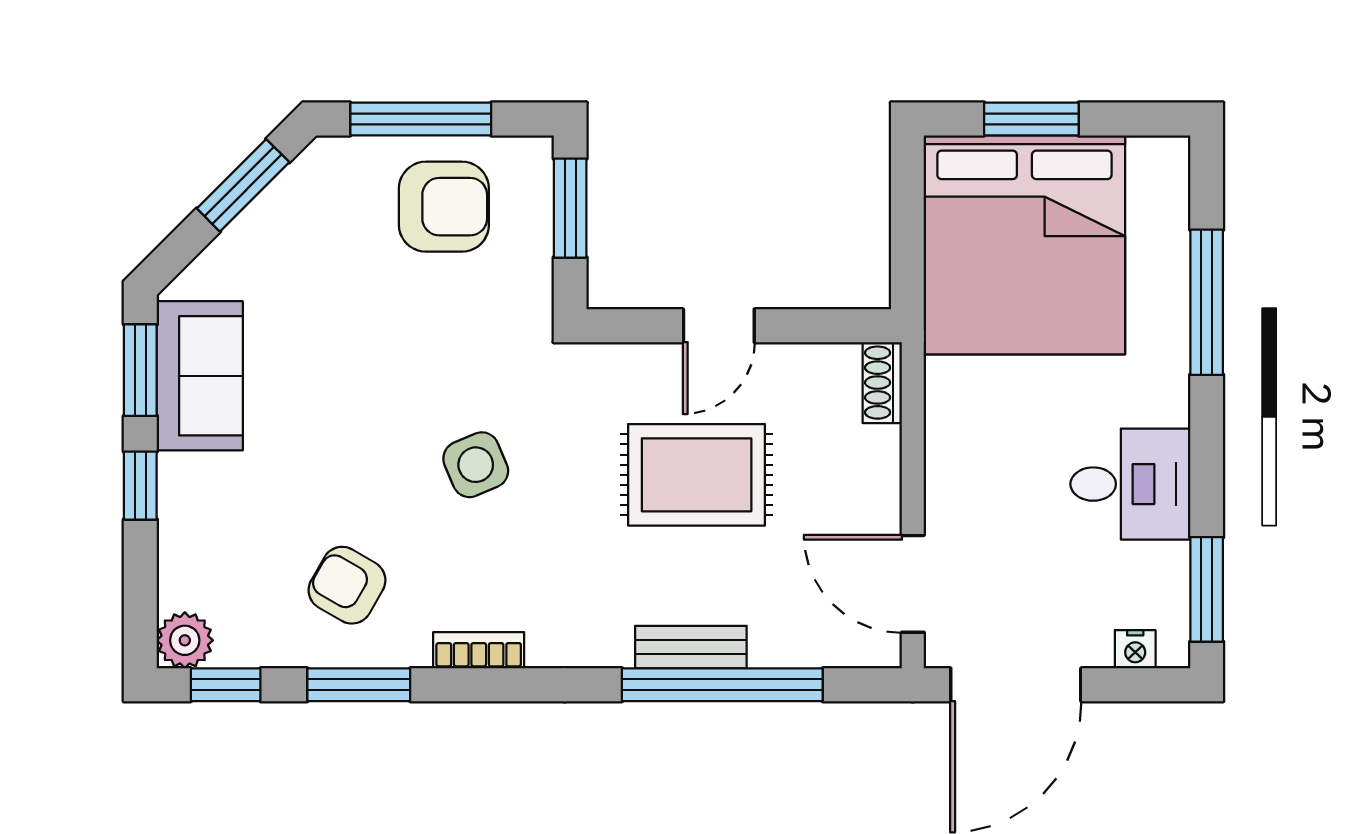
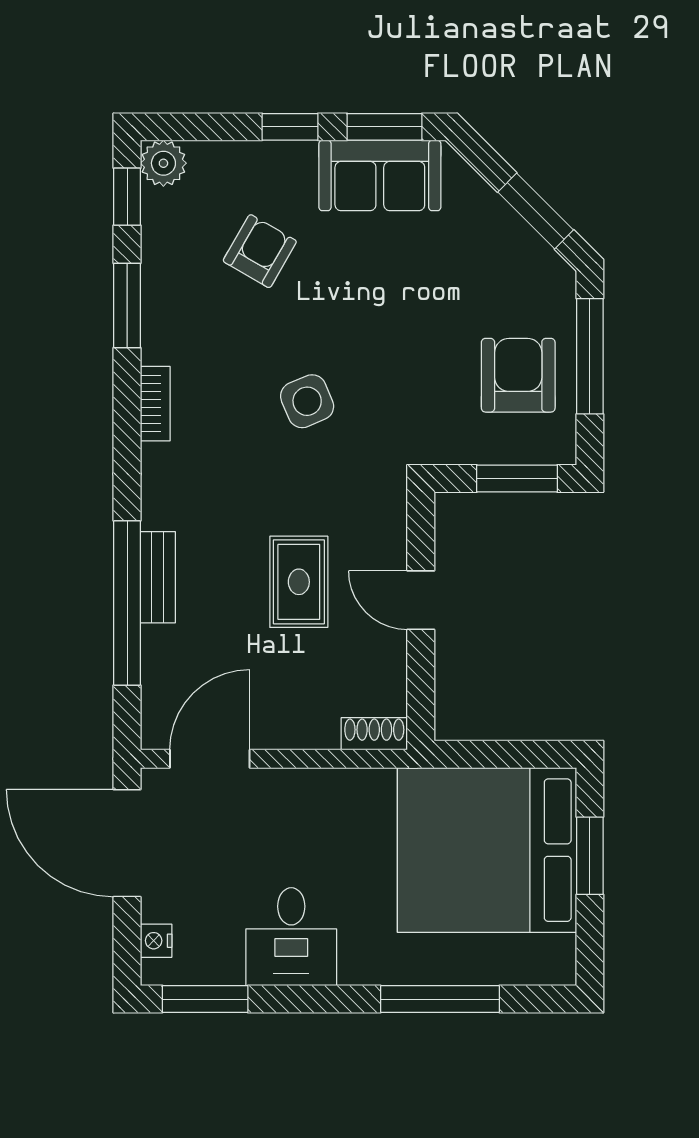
armchair: (444, 207) -> (518, 375), turned 180
rug: (697, 475) -> (299, 582), width x0.73, depth x0.70
armchair: (347, 585) -> (260, 251), moved

